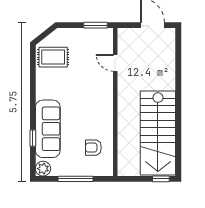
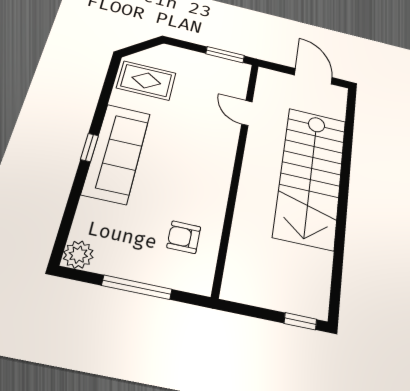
sofa: (48, 129) -> (117, 153), moved
stairs: (158, 133) -> (311, 177), moved
window: (33, 138) -> (89, 147), moved

